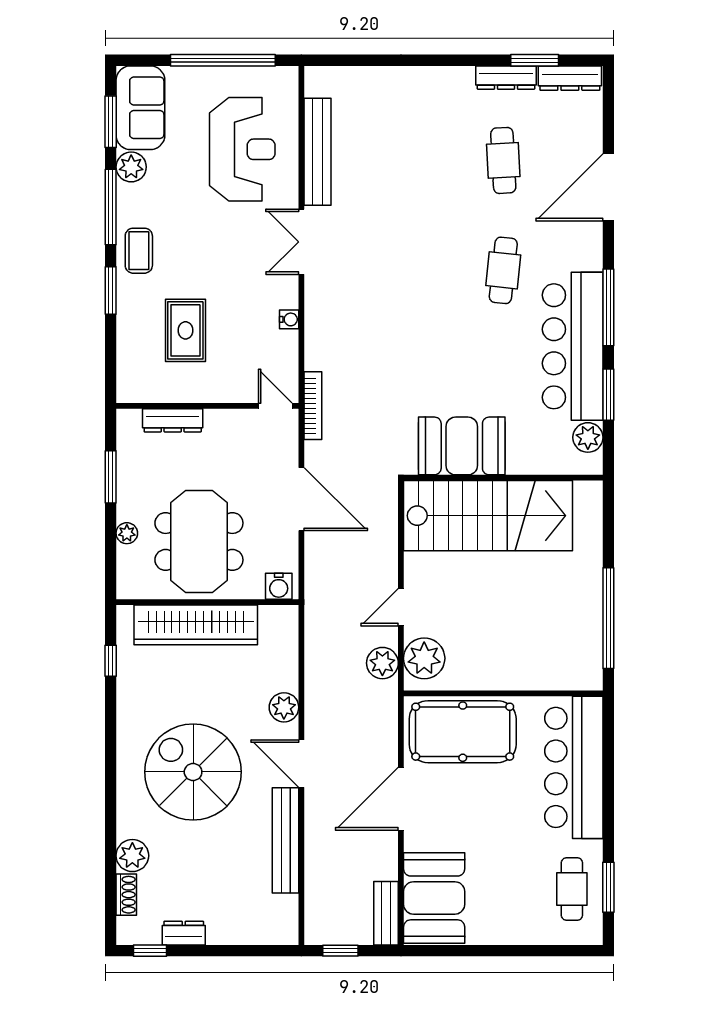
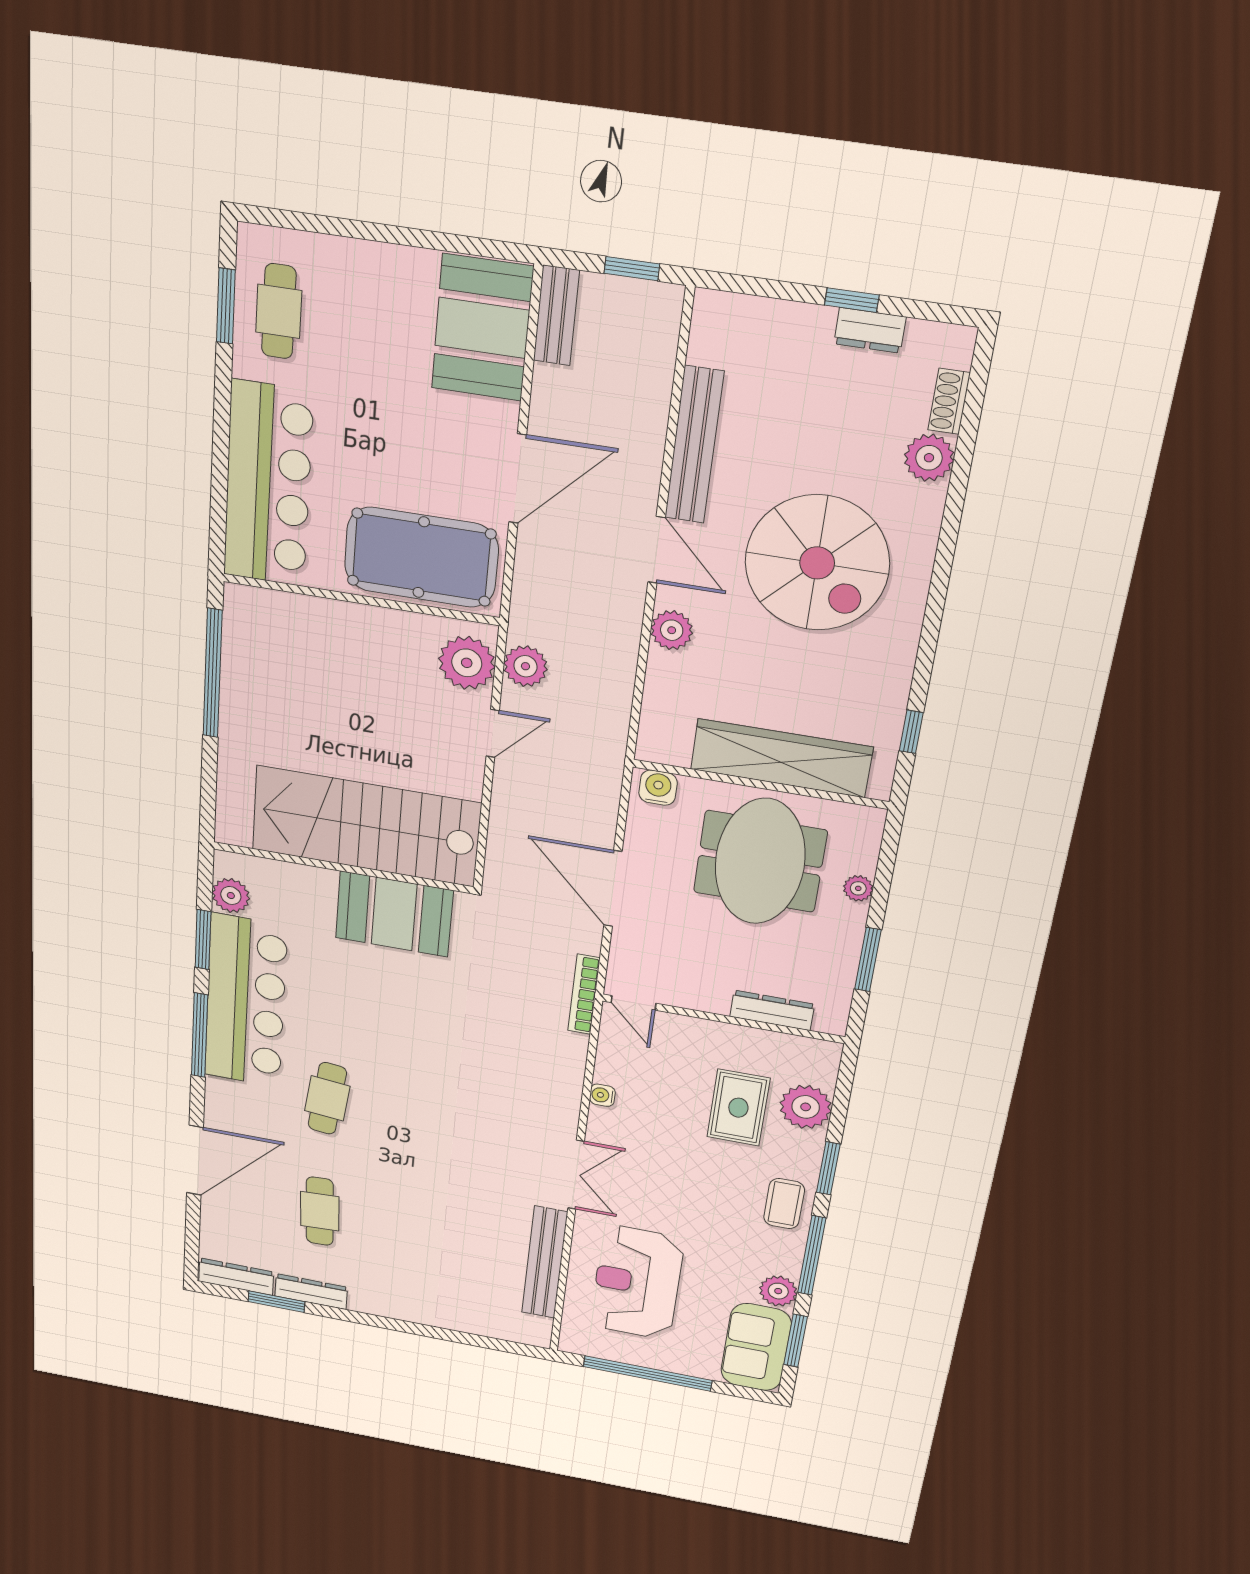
plant: (136, 342) -> (806, 1107), added
window: (150, 951) -> (852, 300), moved

